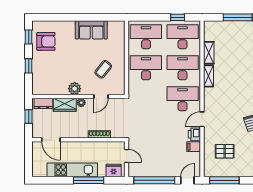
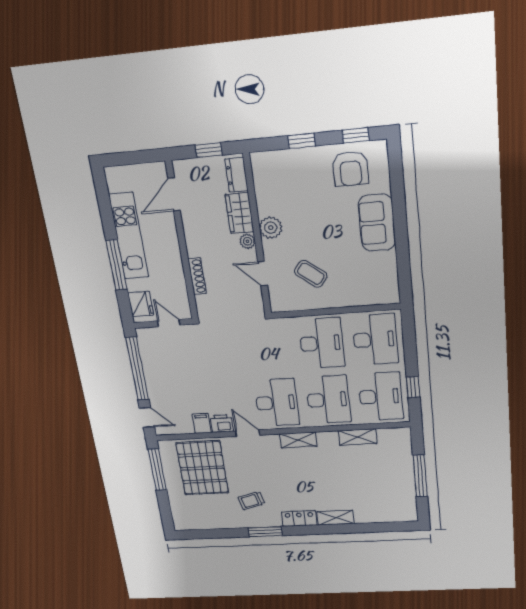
sofa: (91, 30) -> (377, 223), moved
shelving: (209, 76) -> (298, 440), moved
pallet: (225, 151) -> (202, 468), width x2.05, depth x2.00
door: (127, 156) -> (169, 323), swing flipped

